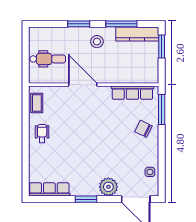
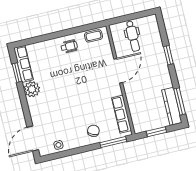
window: (121, 24) -> (180, 101), moved
stool: (97, 42) -> (157, 74), removed
window: (162, 46) -> (156, 132), moved
plant: (108, 187) -> (32, 89), moved
window: (86, 199) -> (17, 73), moved

